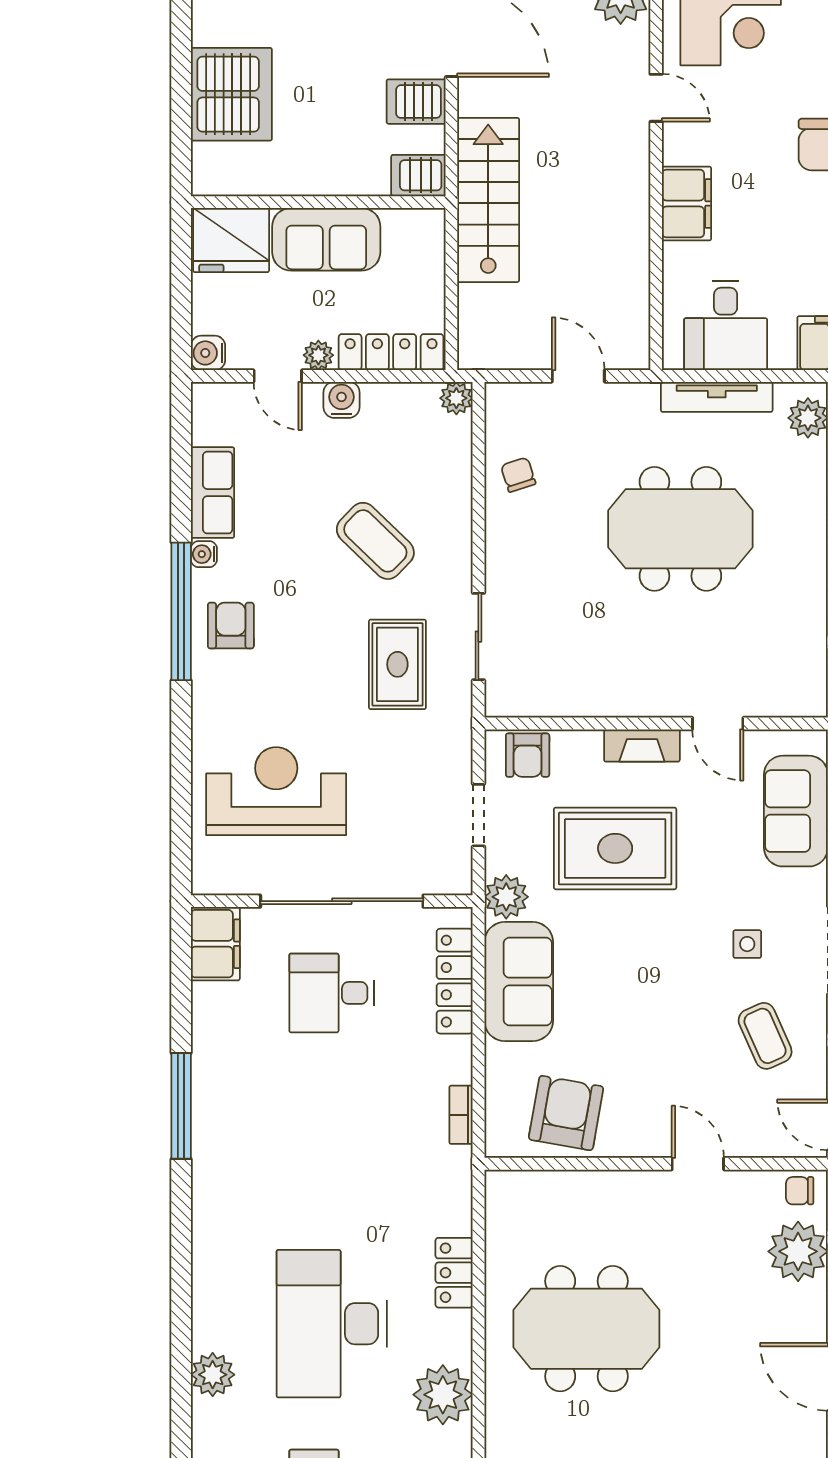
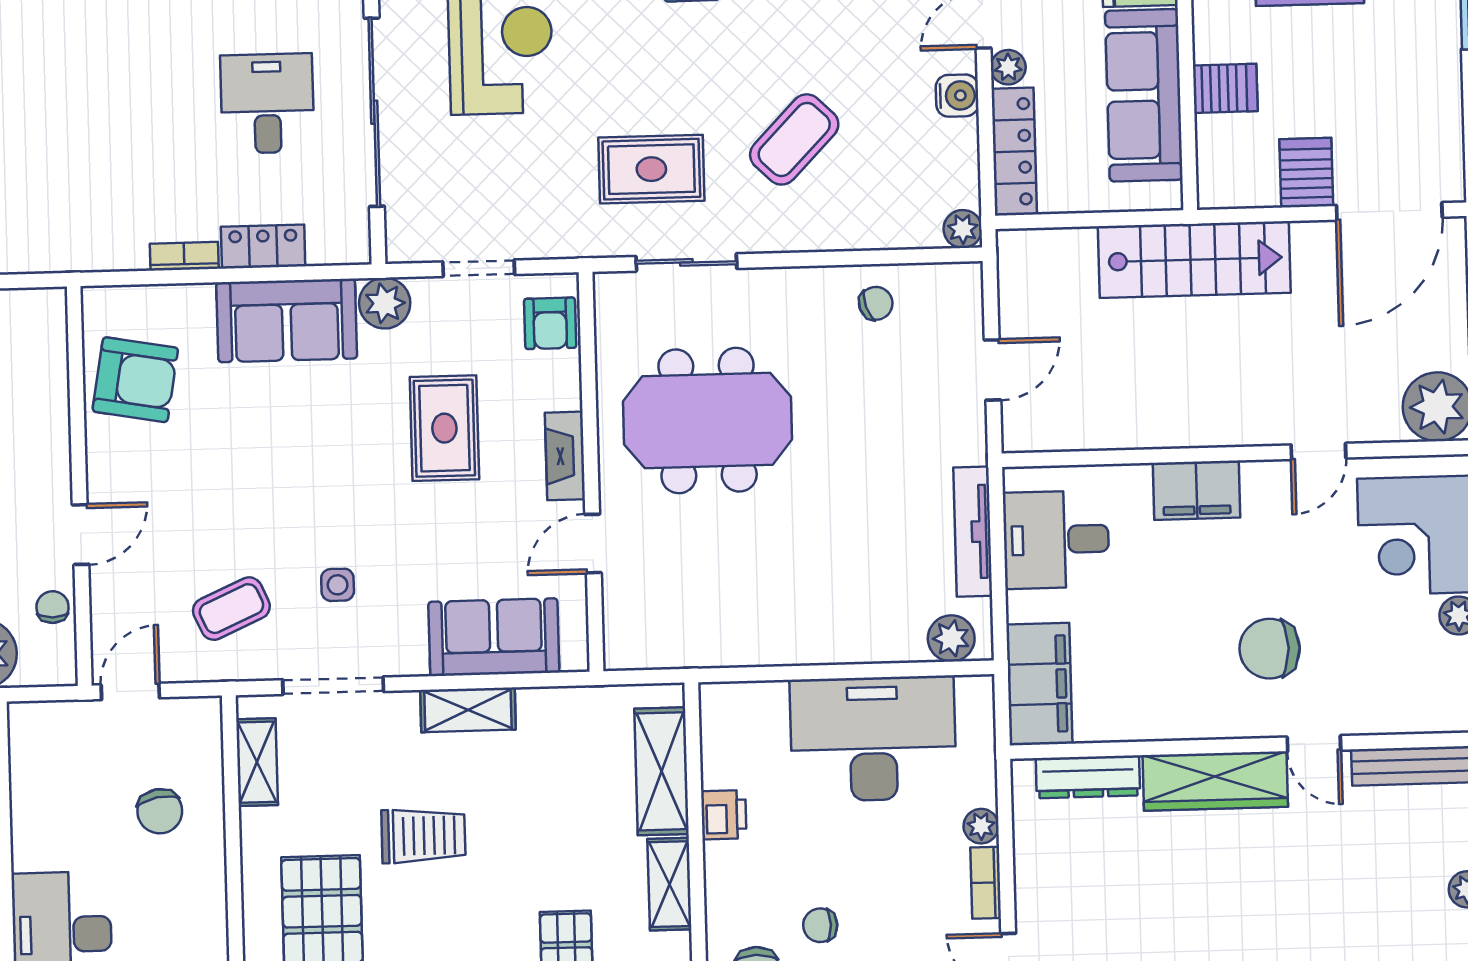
server rack: (418, 175) -> (1225, 88), moved, turned 90
sofa: (326, 239) -> (1144, 95), width x1.36
meeting table: (680, 529) -> (708, 420), moved, turned 90
armchair: (528, 755) -> (550, 323), turned -90
rug: (615, 848) -> (444, 428), width x0.73, depth x0.70
locker: (455, 981) -> (263, 247), width x0.66
bookcase: (461, 1115) -> (184, 256), moved
chair: (800, 1191) -> (53, 607), moved

